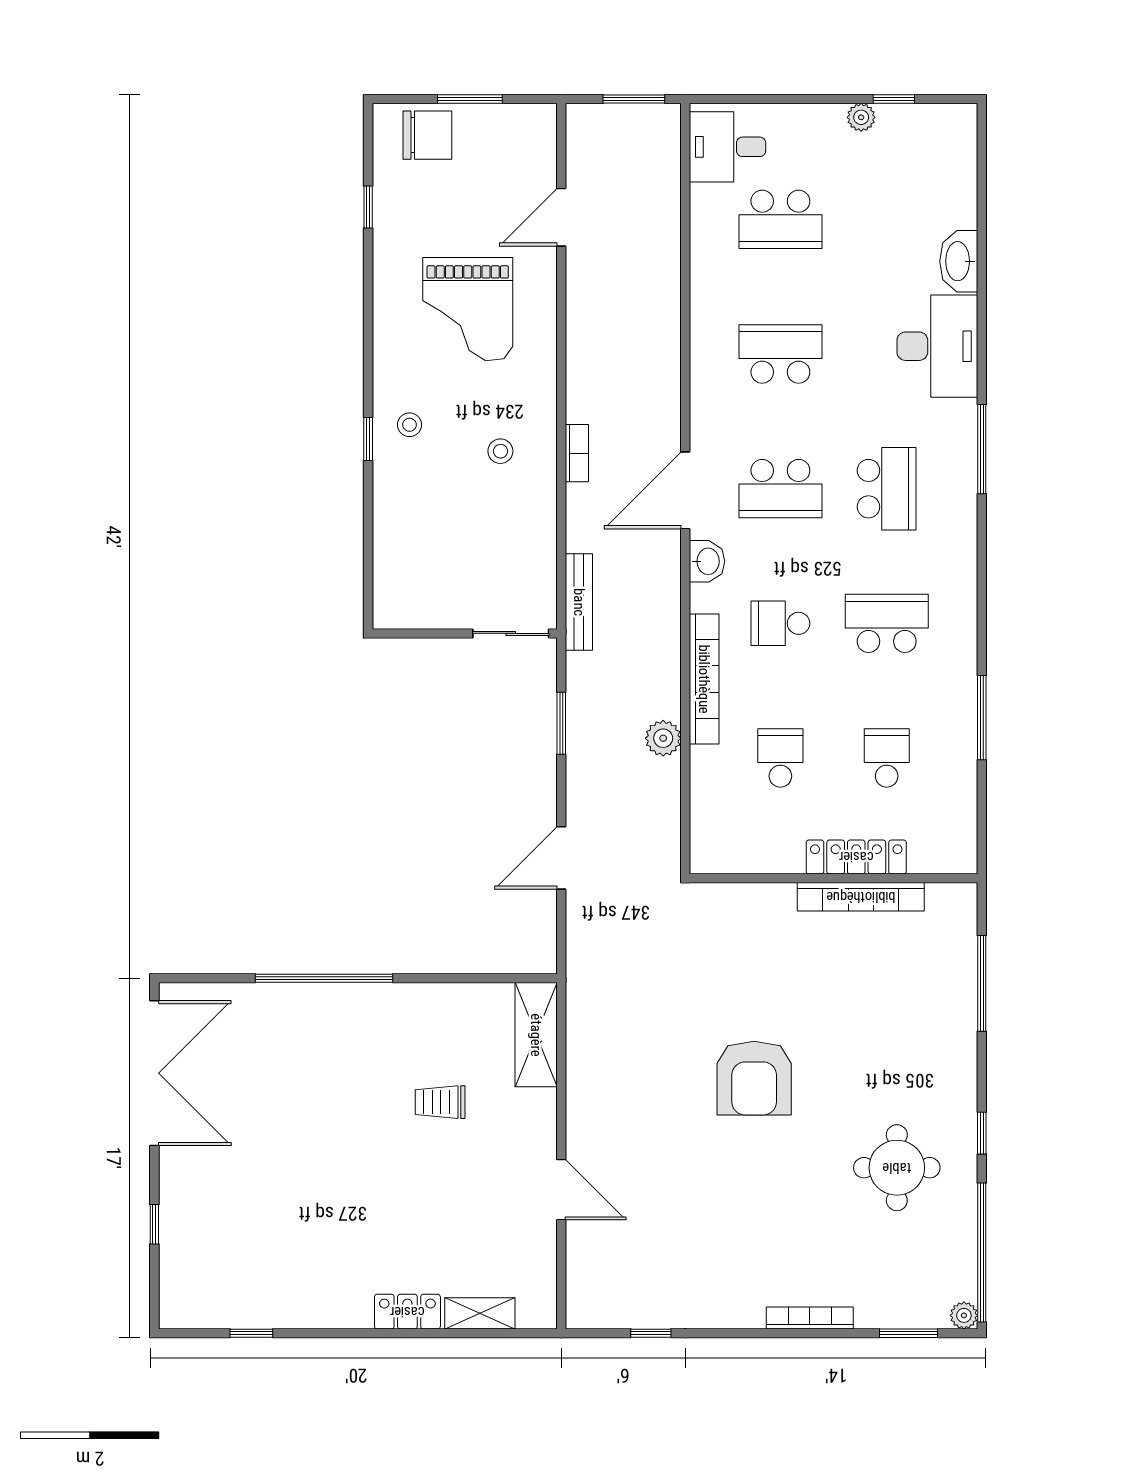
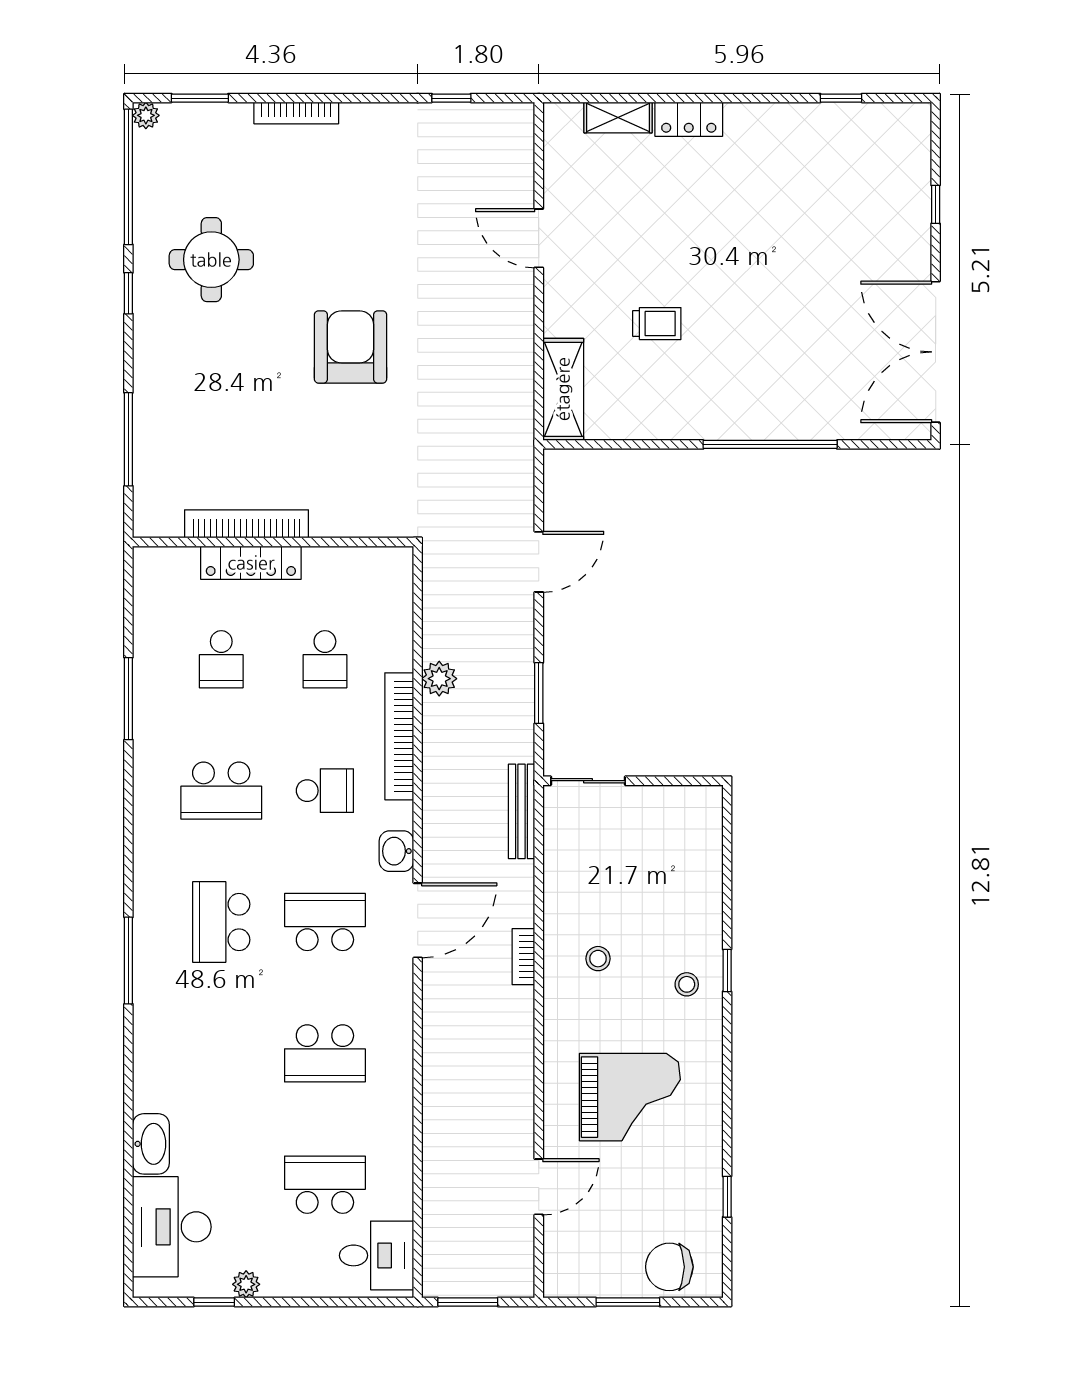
grand piano: (468, 309) -> (630, 1097), turned 90
desk: (937, 346) -> (172, 1227), moved

